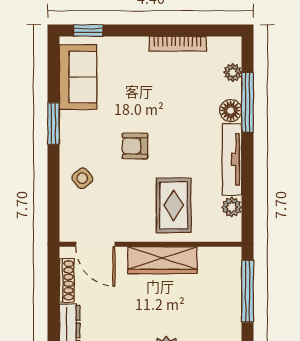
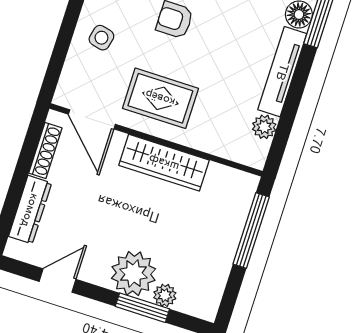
side table: (82, 178) -> (101, 38), turned -38
rug: (174, 205) -> (160, 98), moved, turned 90

